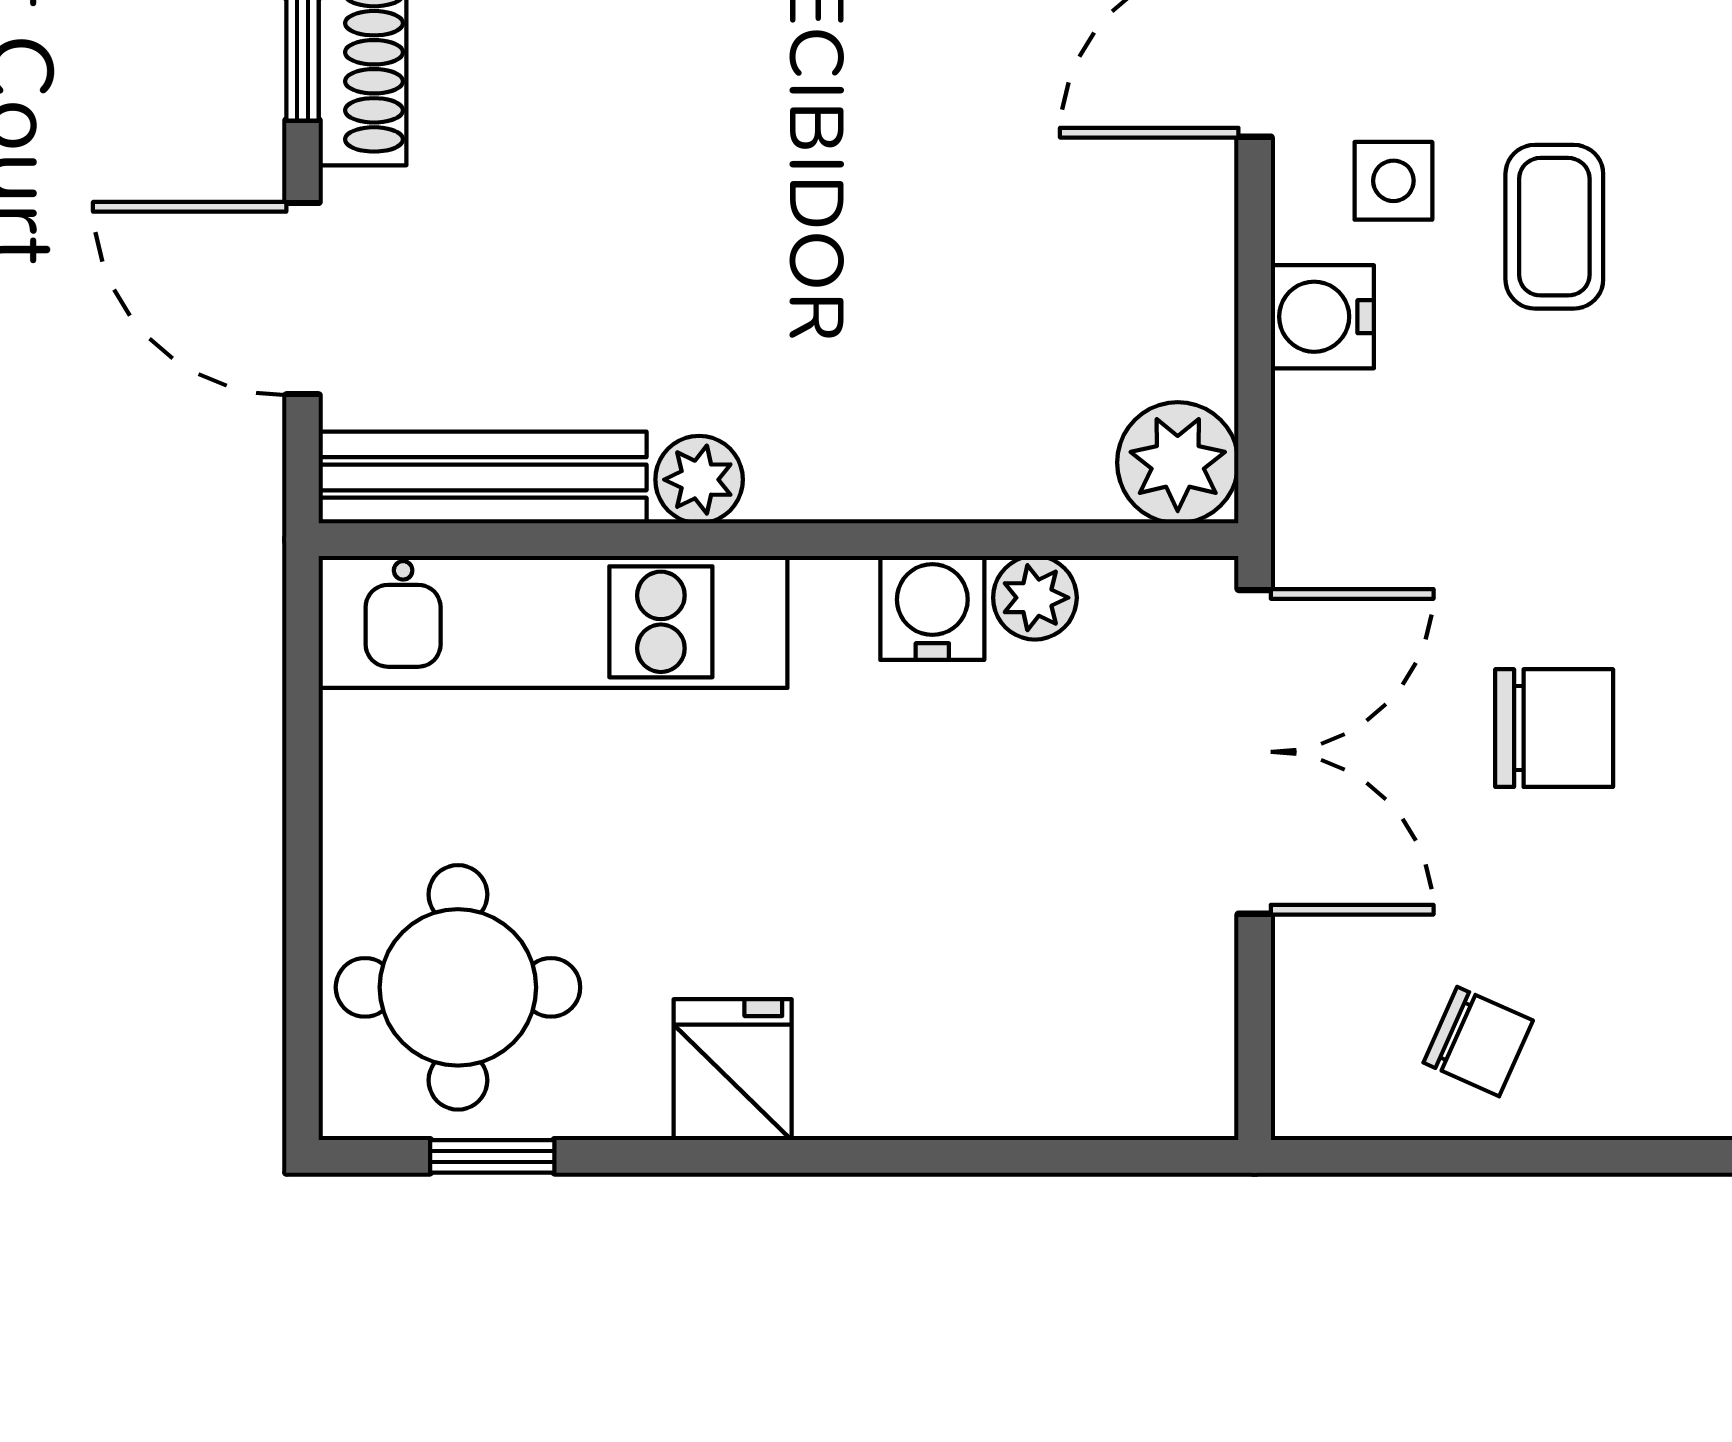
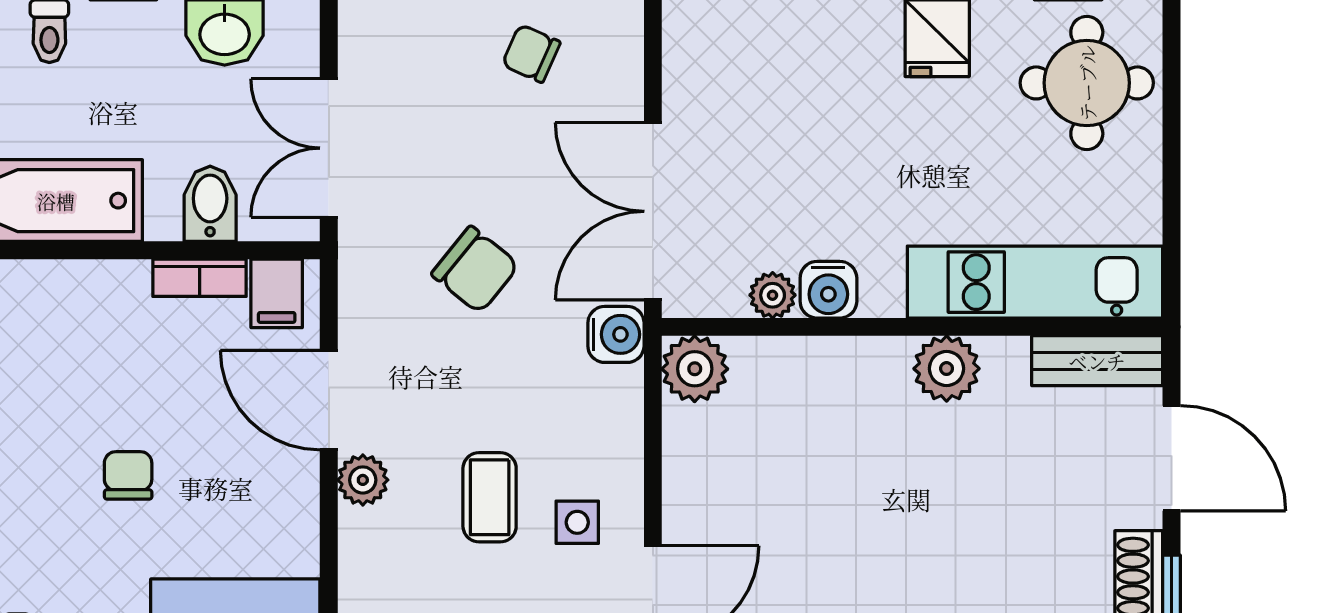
water cooler: (1322, 317) -> (616, 334), moved
bench: (483, 477) -> (1097, 361), width x0.73
plant: (699, 480) -> (947, 369), width x1.38, depth x1.38
chair: (1554, 728) -> (475, 270), moved, turned -141

